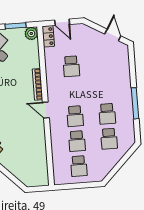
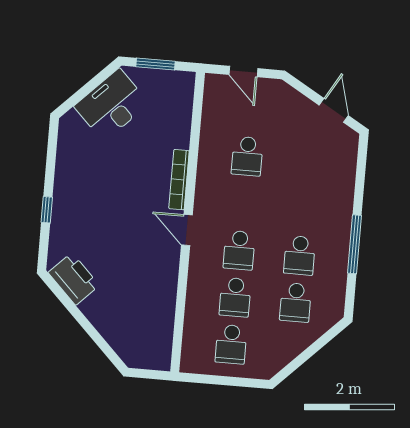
plant: (31, 33) -> (183, 83), removed
locker: (48, 36) -> (213, 93), removed

